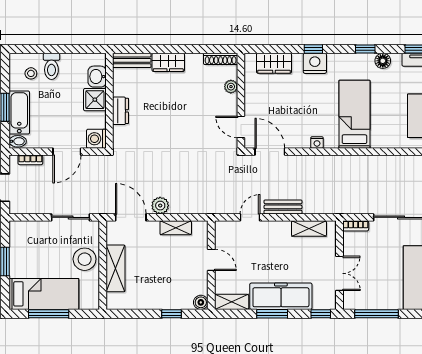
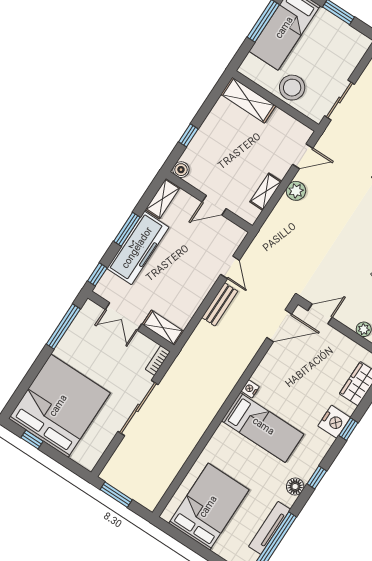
nightstand: (317, 143) -> (250, 389), moved
door: (131, 217) -> (303, 156), width x0.73
shelving: (309, 229) -> (163, 328), moved, turned 90
shelving: (115, 268) -> (248, 100), moved

